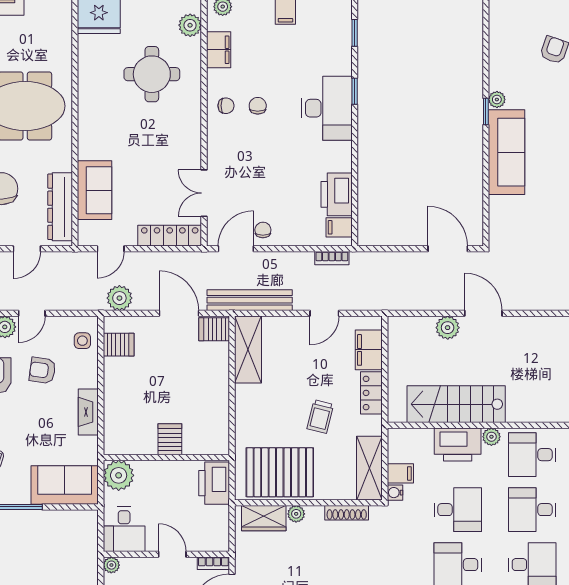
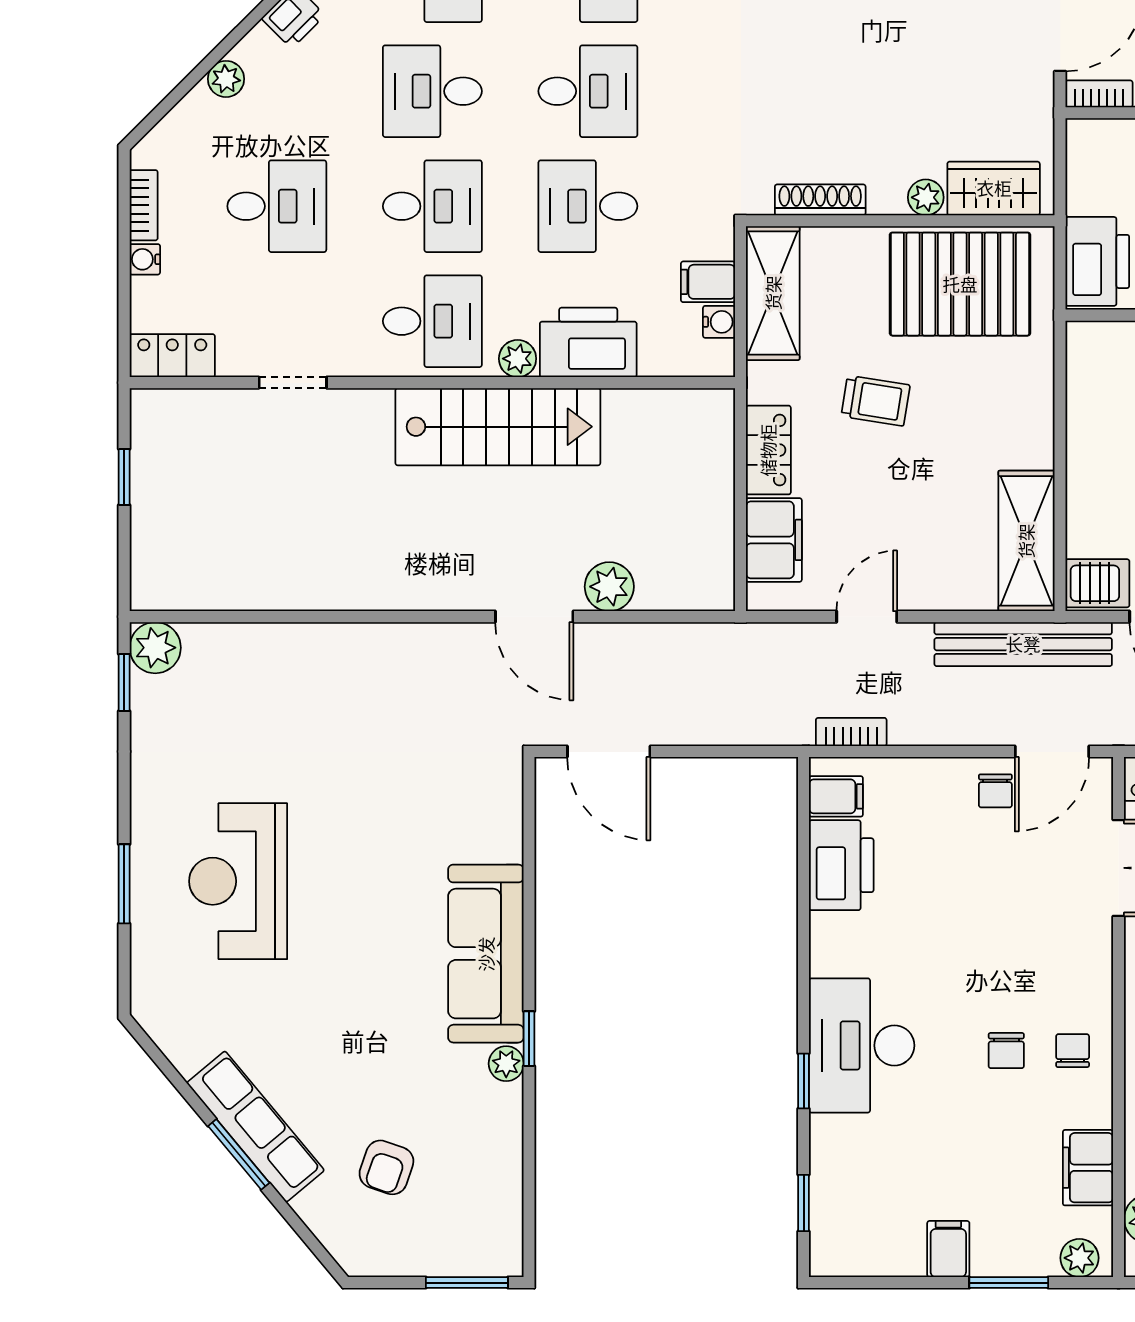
chair: (226, 106) -> (1073, 1051), turned 90
stairs: (456, 404) -> (498, 427), moved
trolley: (320, 417) -> (876, 401), turned 85
water cooler: (395, 493) -> (719, 322), moved

